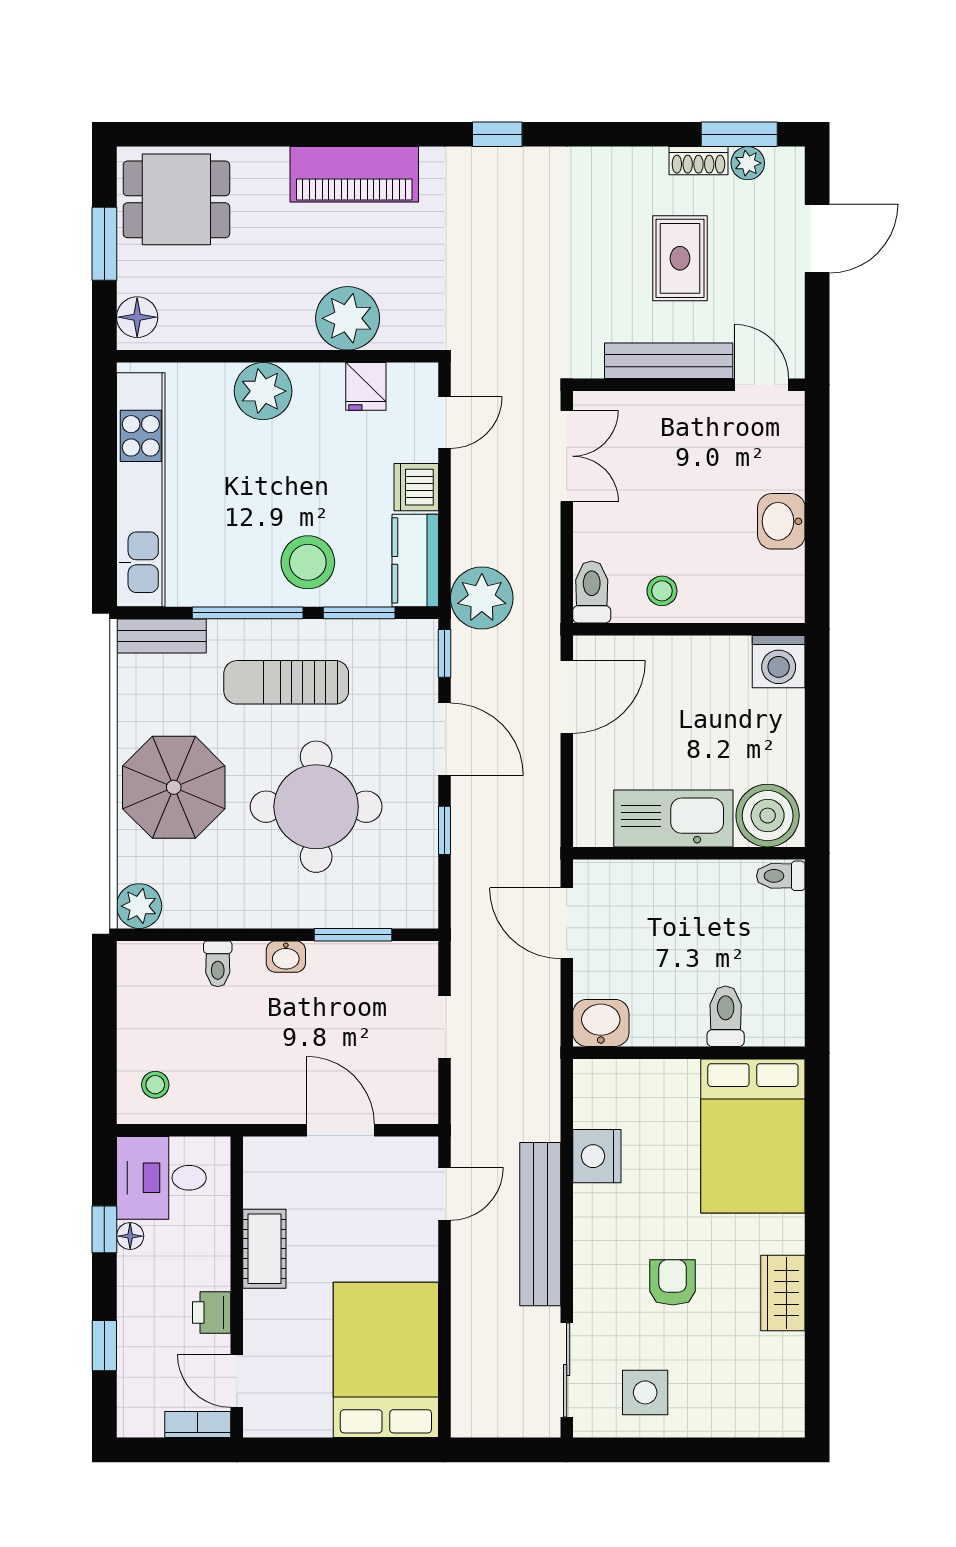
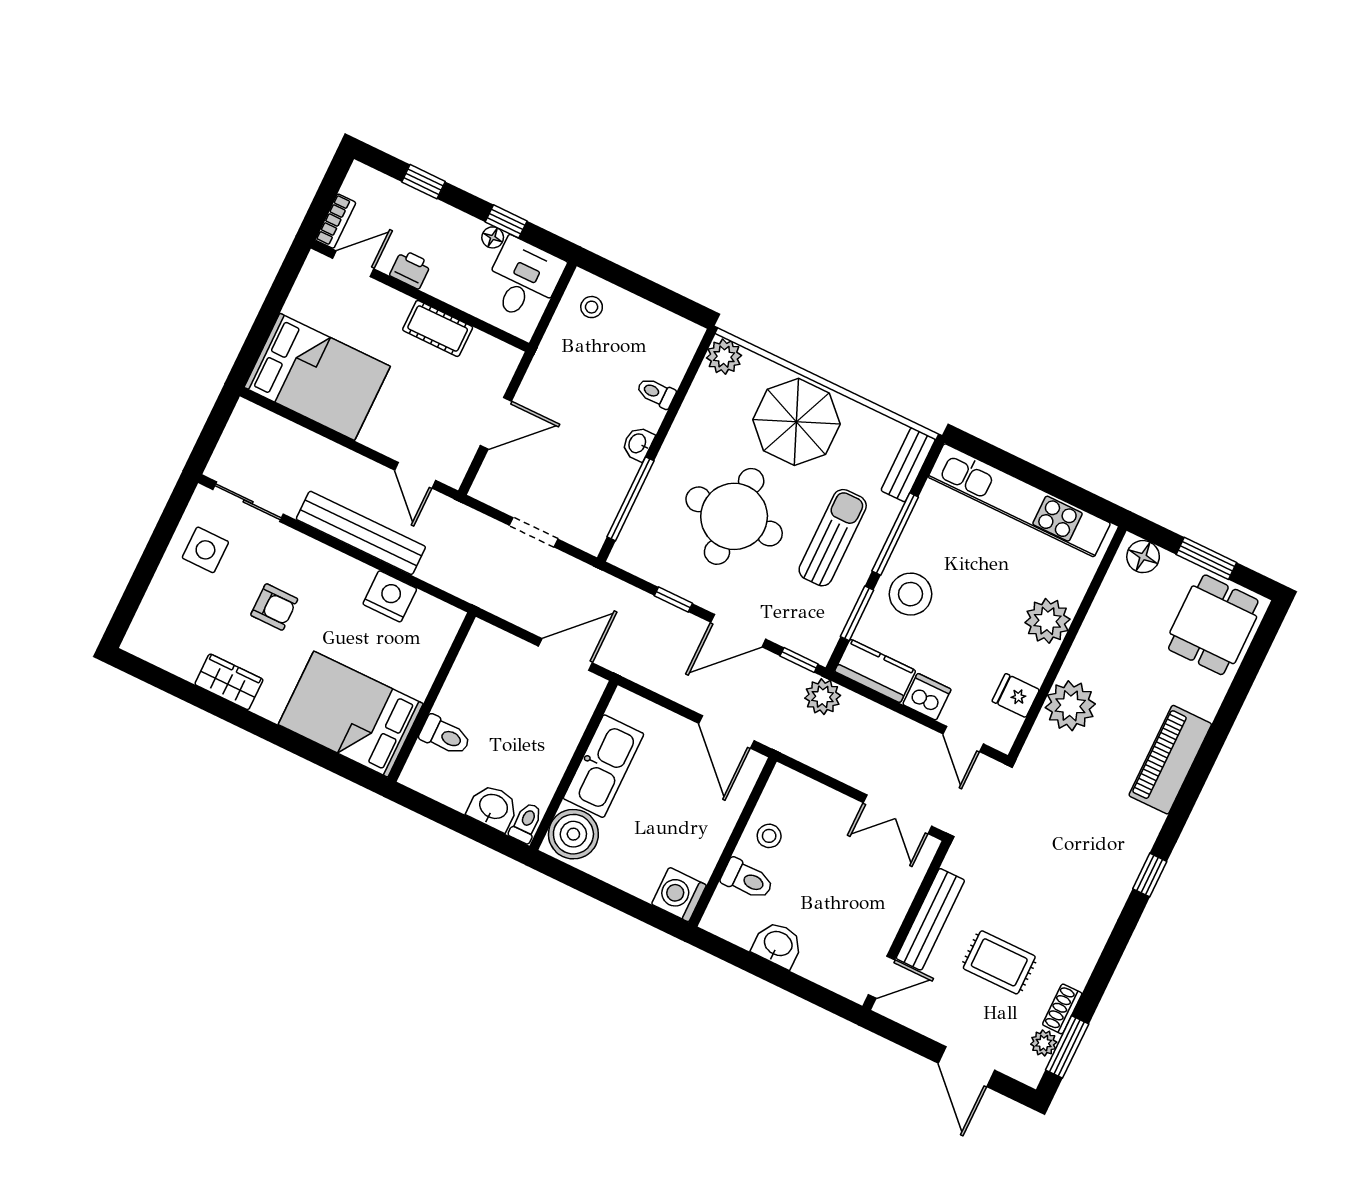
toilet: (592, 592) -> (747, 879), moved
plant: (482, 598) -> (823, 697), width x0.73, depth x0.73
window: (353, 935) -> (631, 499), width x1.44
washbasin: (601, 1023) -> (493, 807), moved, turned -90

